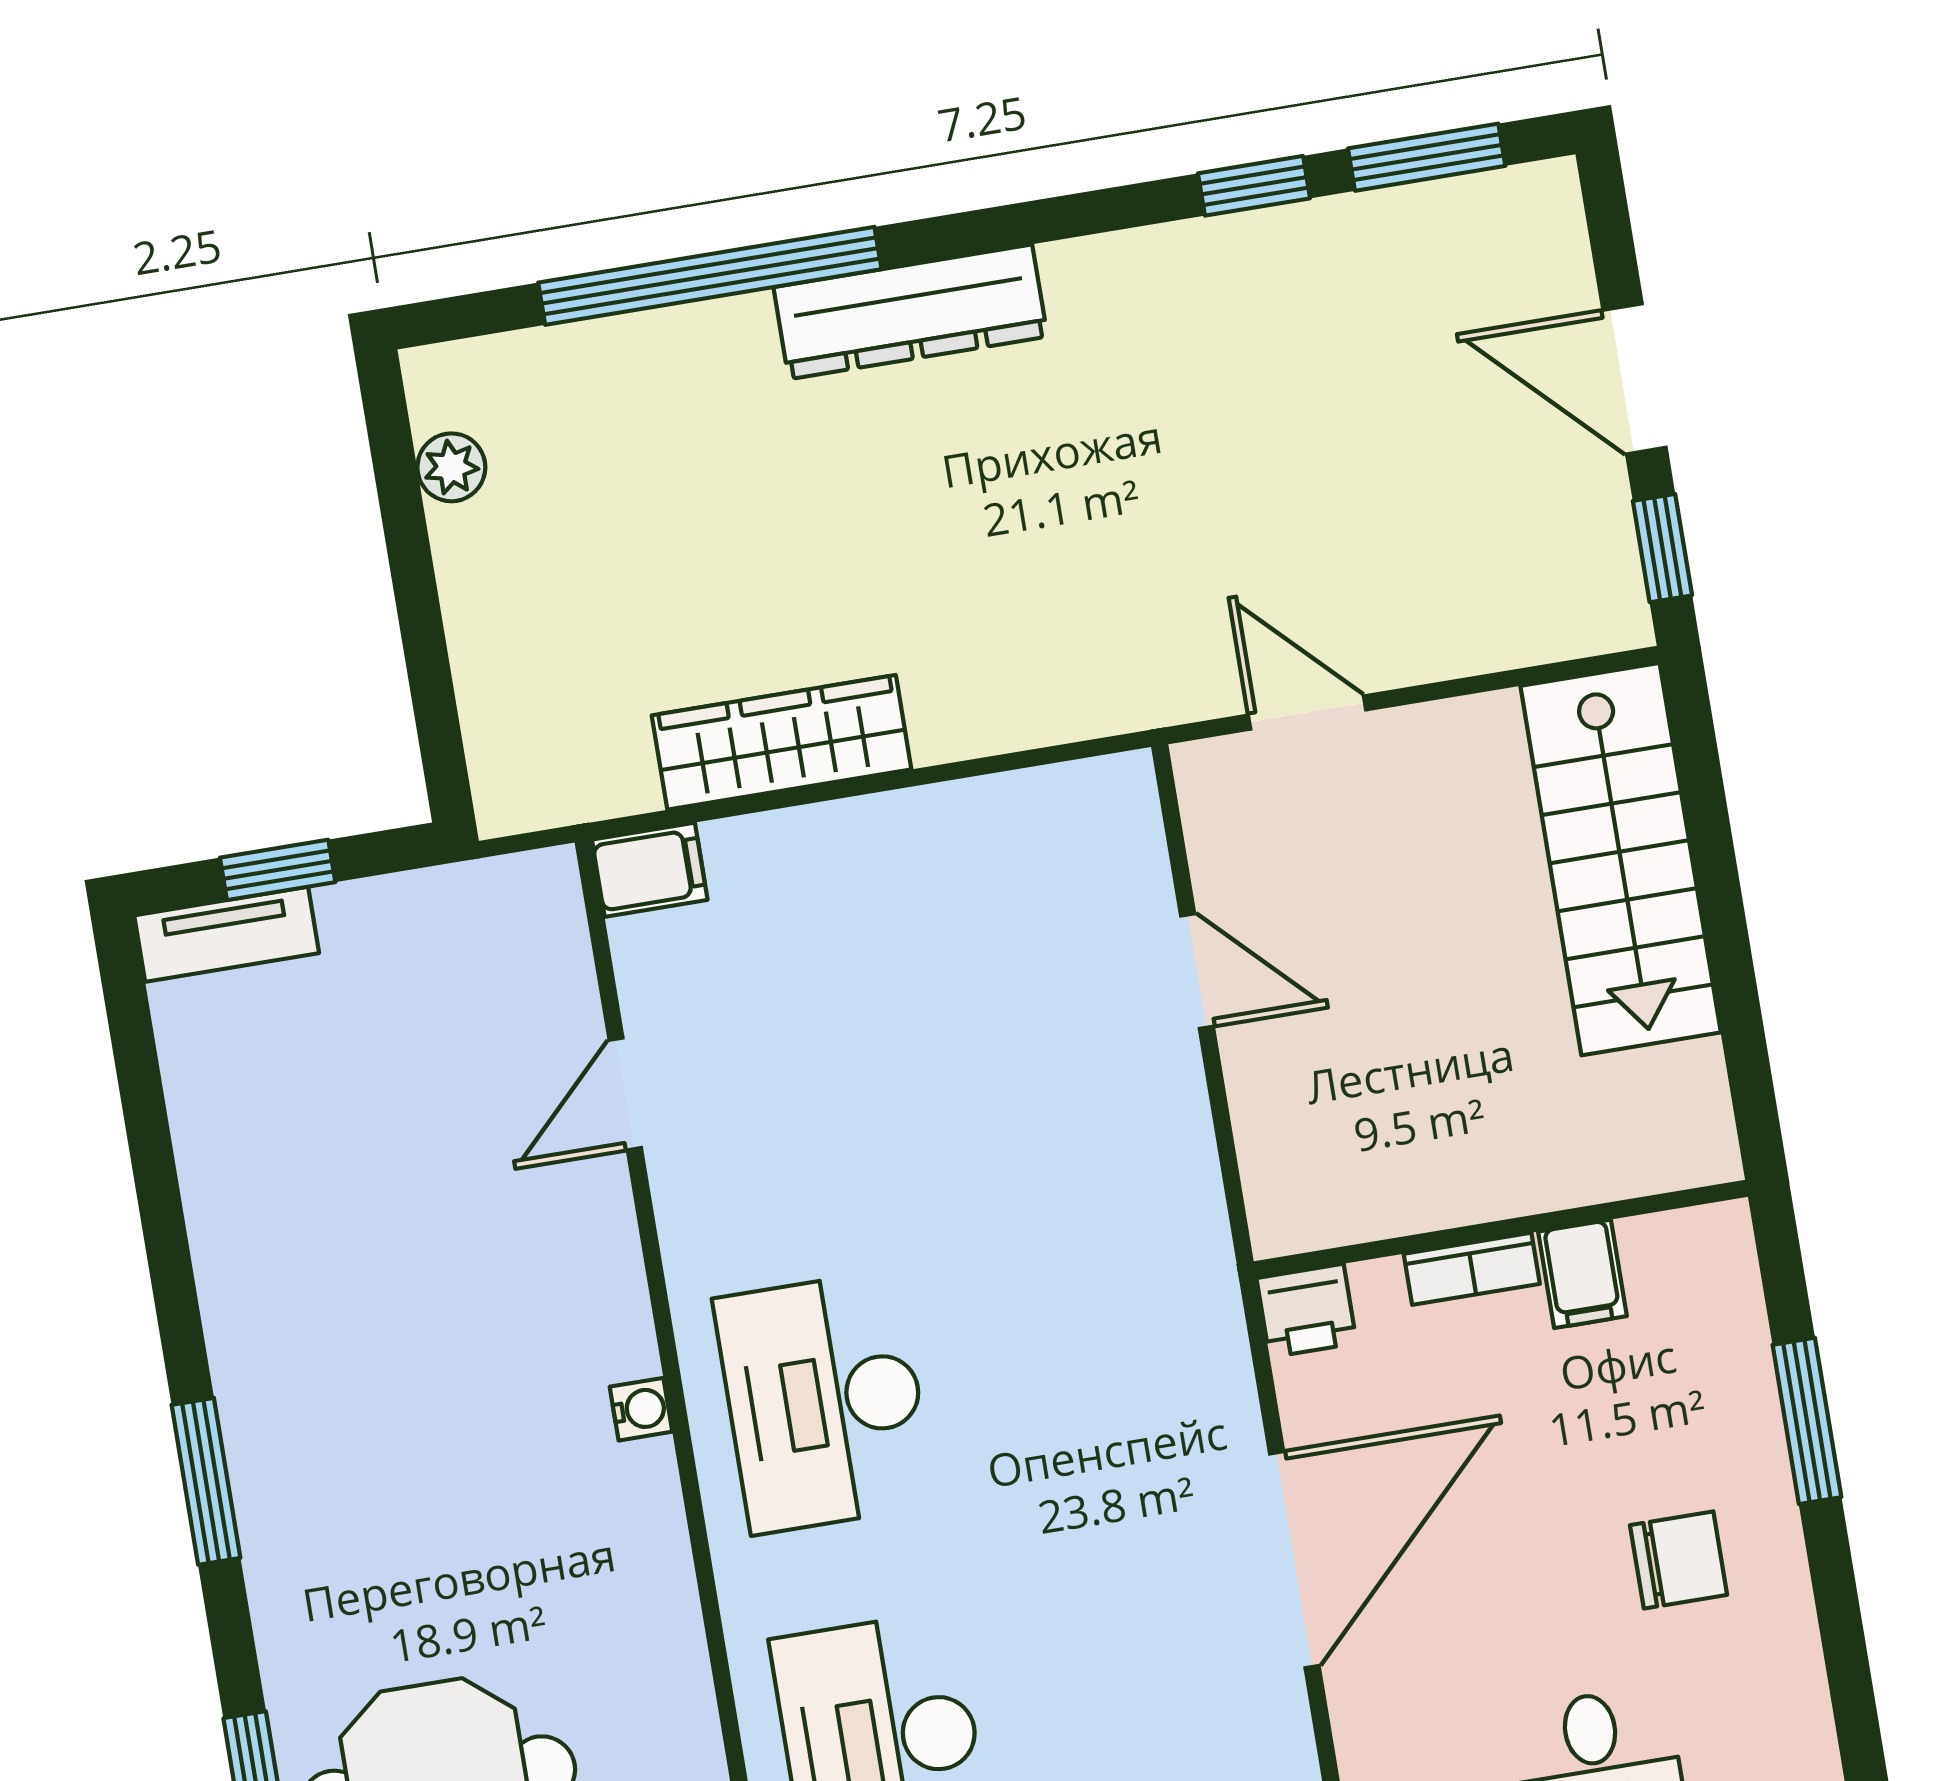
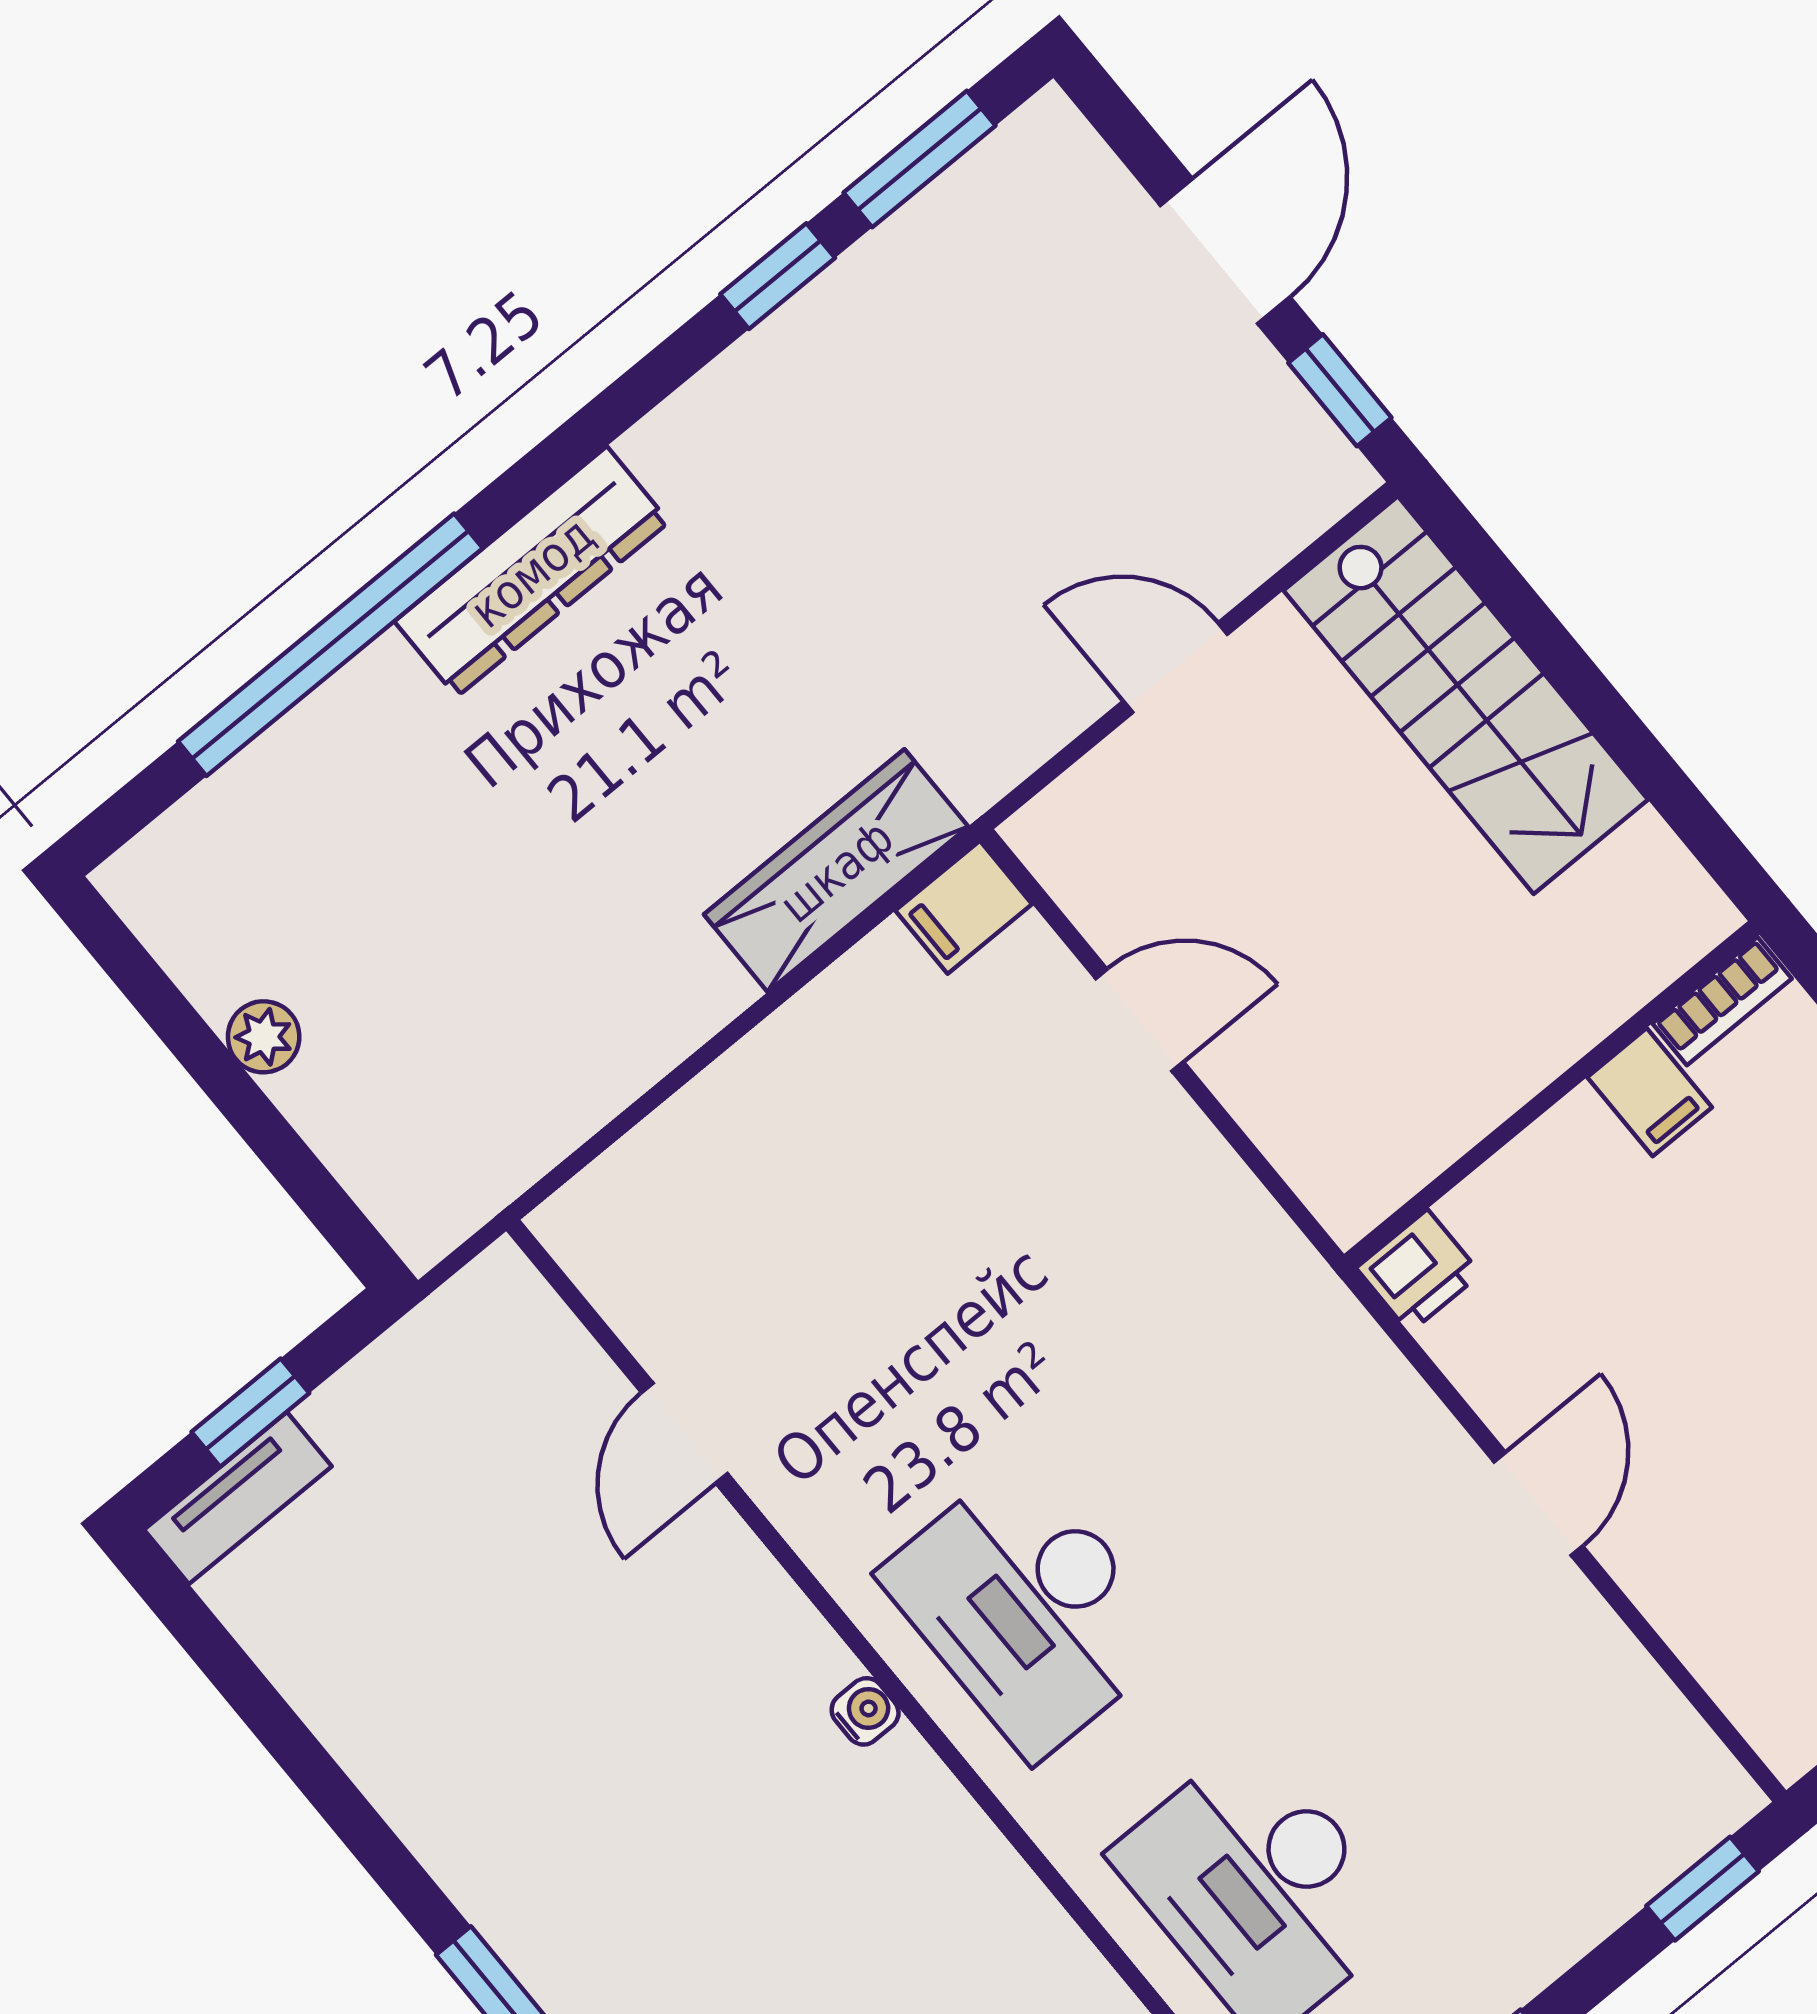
door: (1634, 379) -> (1225, 251), swing flipped
plant: (451, 467) -> (264, 1037), moved
door: (1307, 713) -> (1175, 668), moved
wardrobe: (782, 742) -> (836, 871), moved
filing cabinet: (650, 870) -> (964, 907), moved, turned 180
bookcase: (1472, 1269) -> (1722, 1001), moved
door: (1294, 1560) -> (1538, 1504), width x0.53

